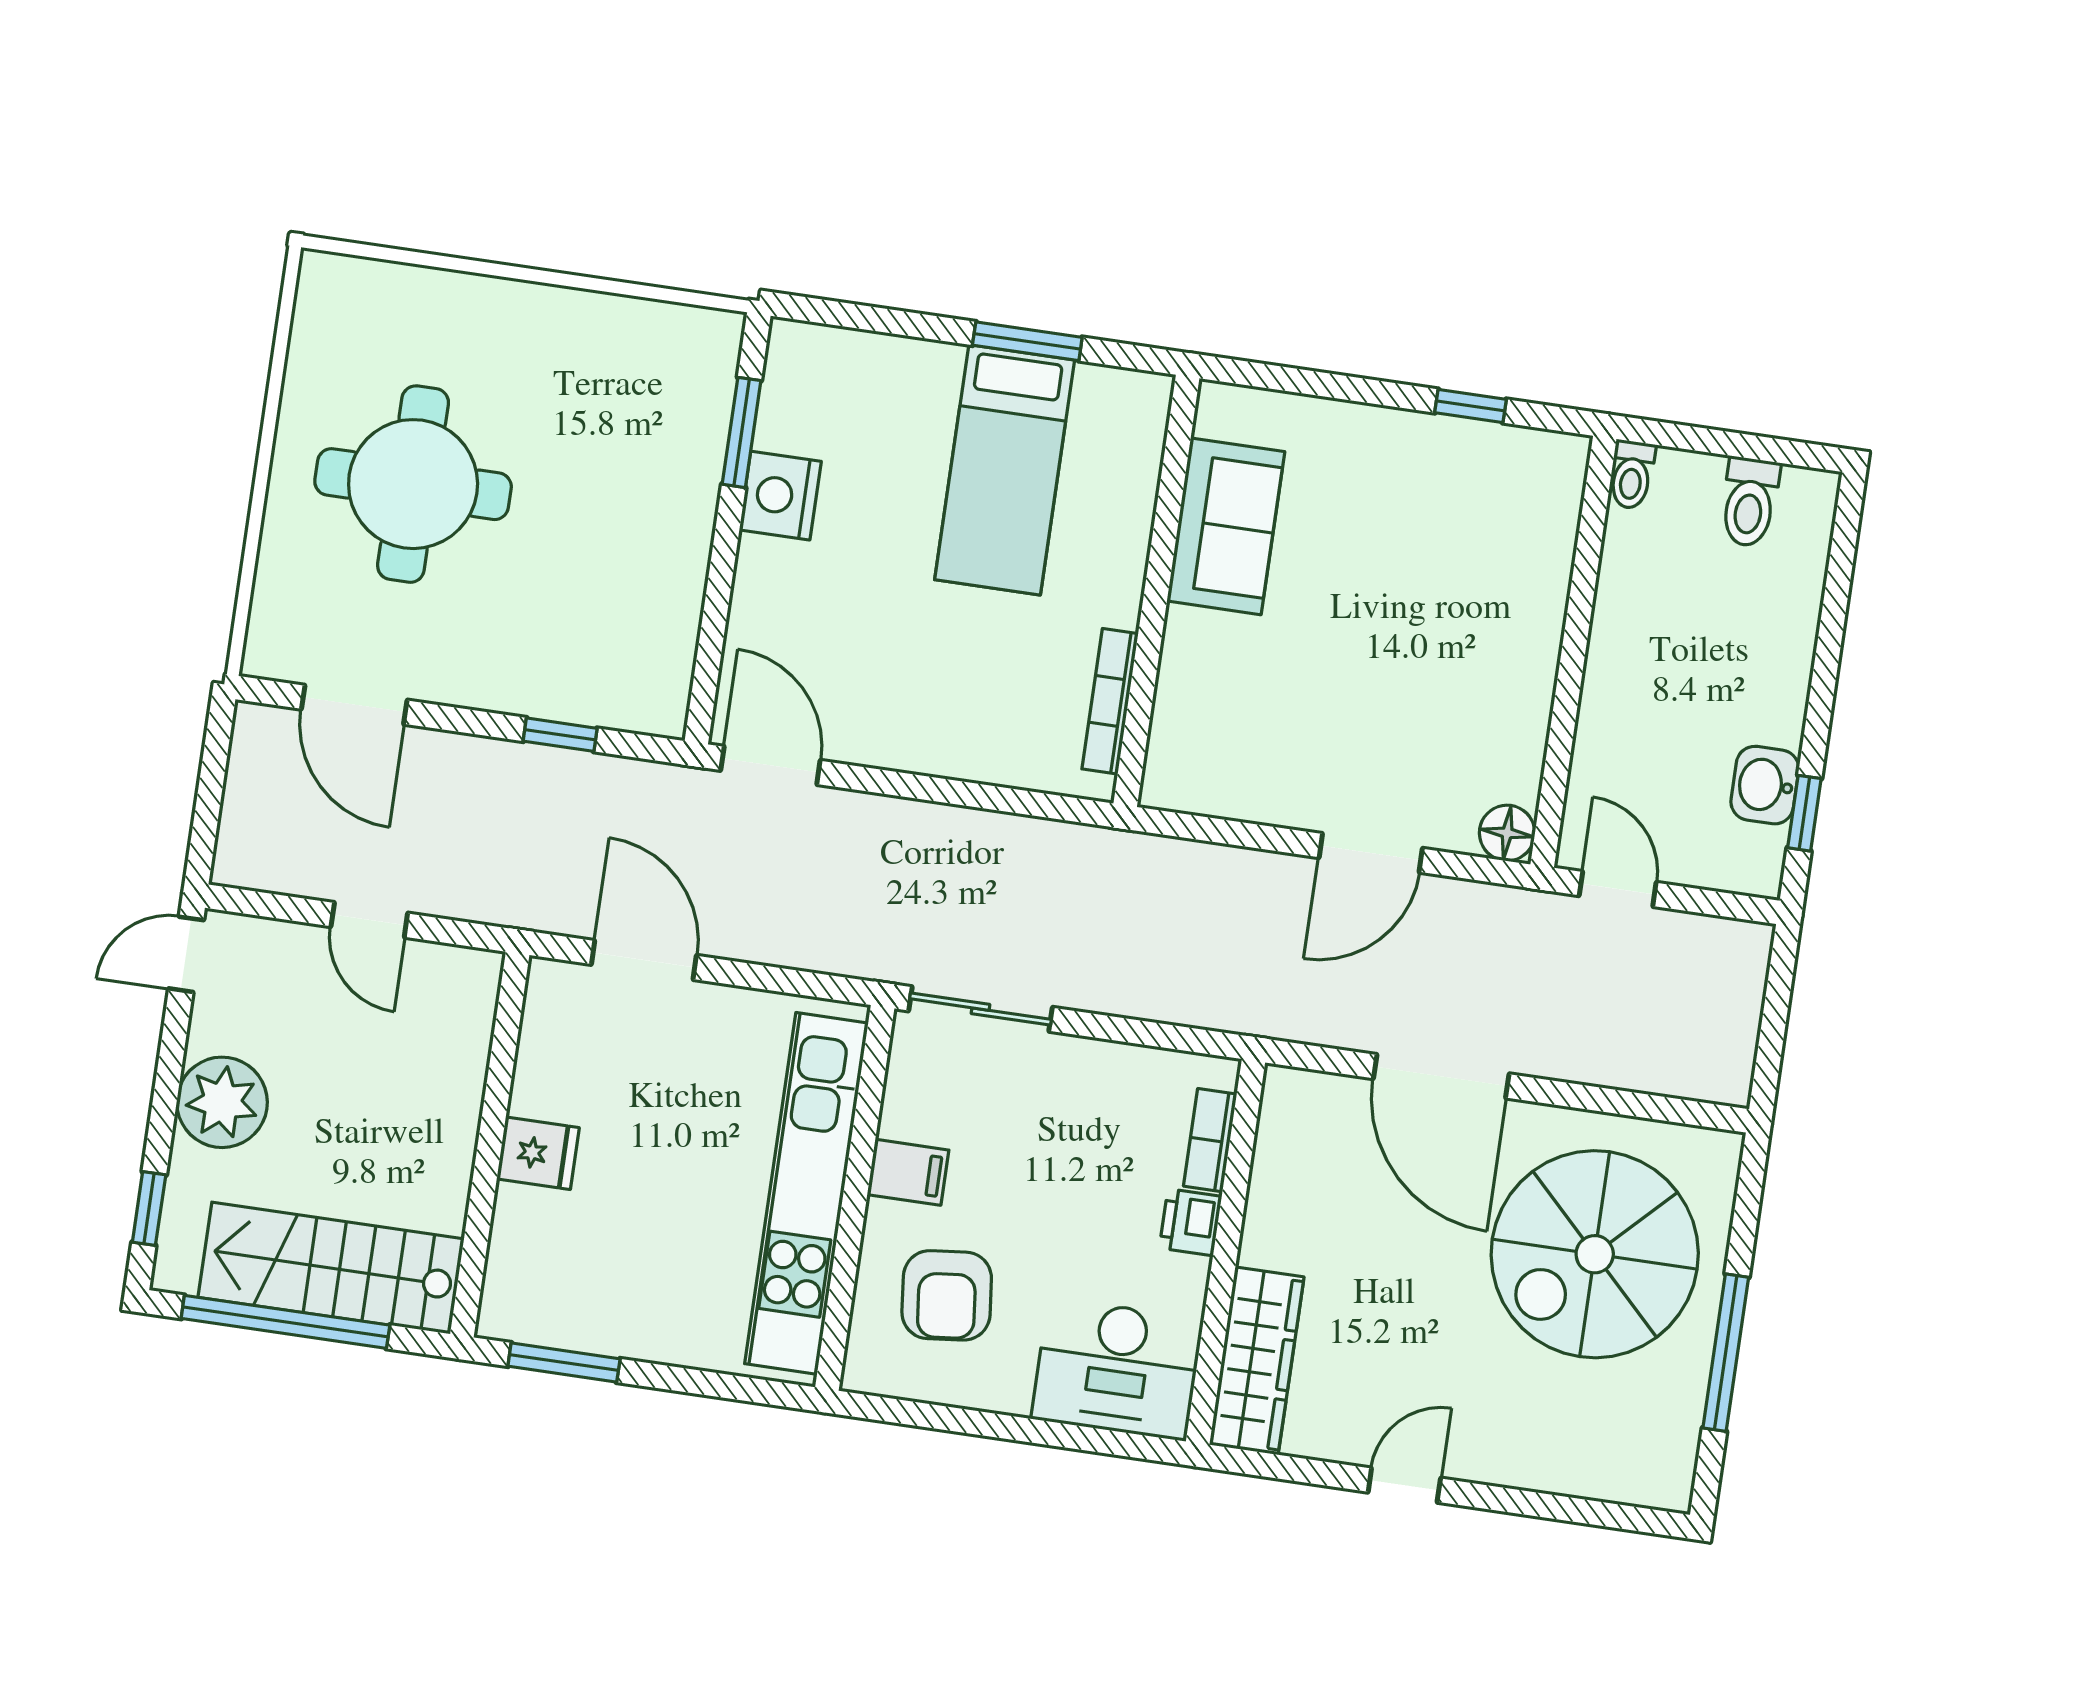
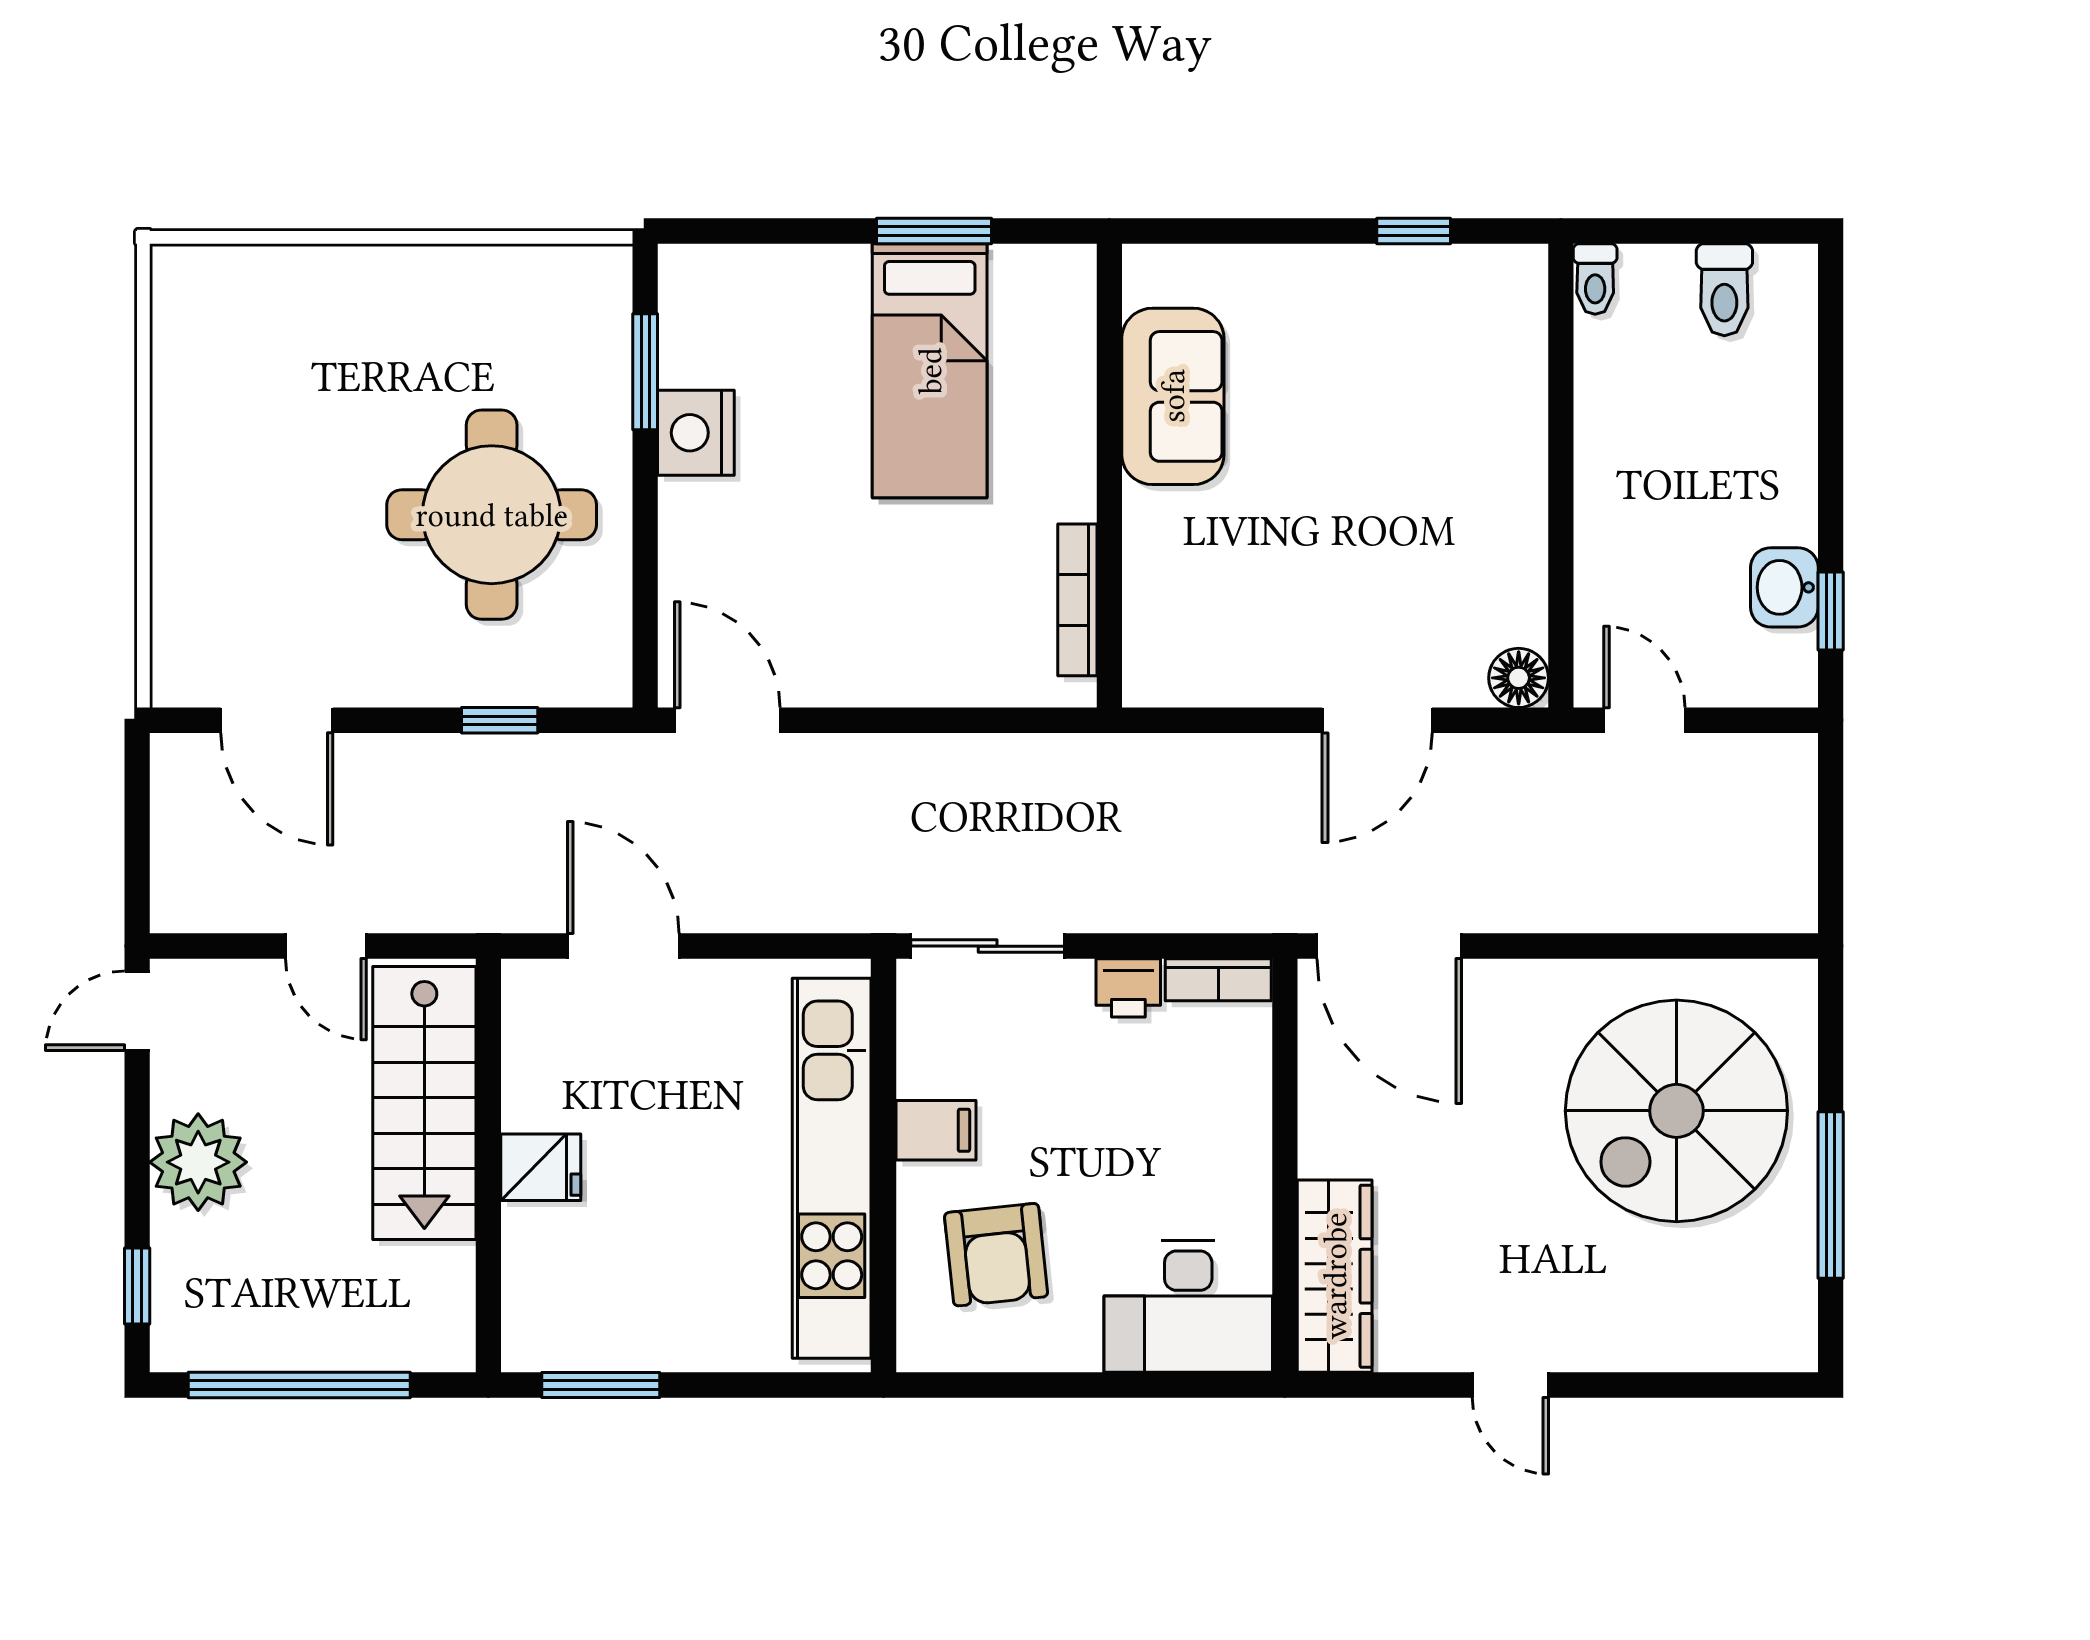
round table: (413, 484) -> (492, 515), moved
door: (1441, 1076) -> (1389, 946), moved
bookcase: (1210, 1140) -> (1218, 980), moved, turned -90
printer: (1190, 1222) -> (1128, 988), moved, turned -90
stairs: (331, 1268) -> (424, 1103), moved, turned -90
door: (1404, 1485) -> (1510, 1385), swing flipped

